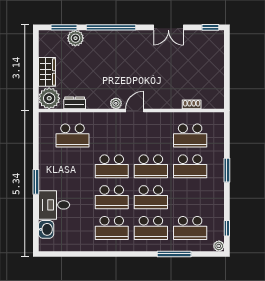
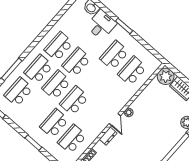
dresser: (75, 103) -> (108, 136), moved
school desk: (112, 166) -> (114, 55), moved

